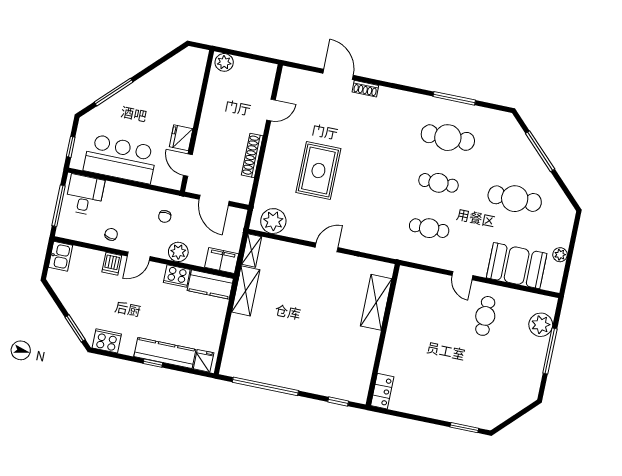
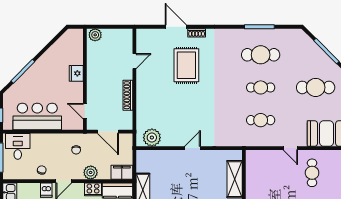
fridge: (181, 138) -> (76, 73), moved
rug: (318, 171) -> (186, 65), moved
shelving: (252, 250) -> (141, 161), removed

